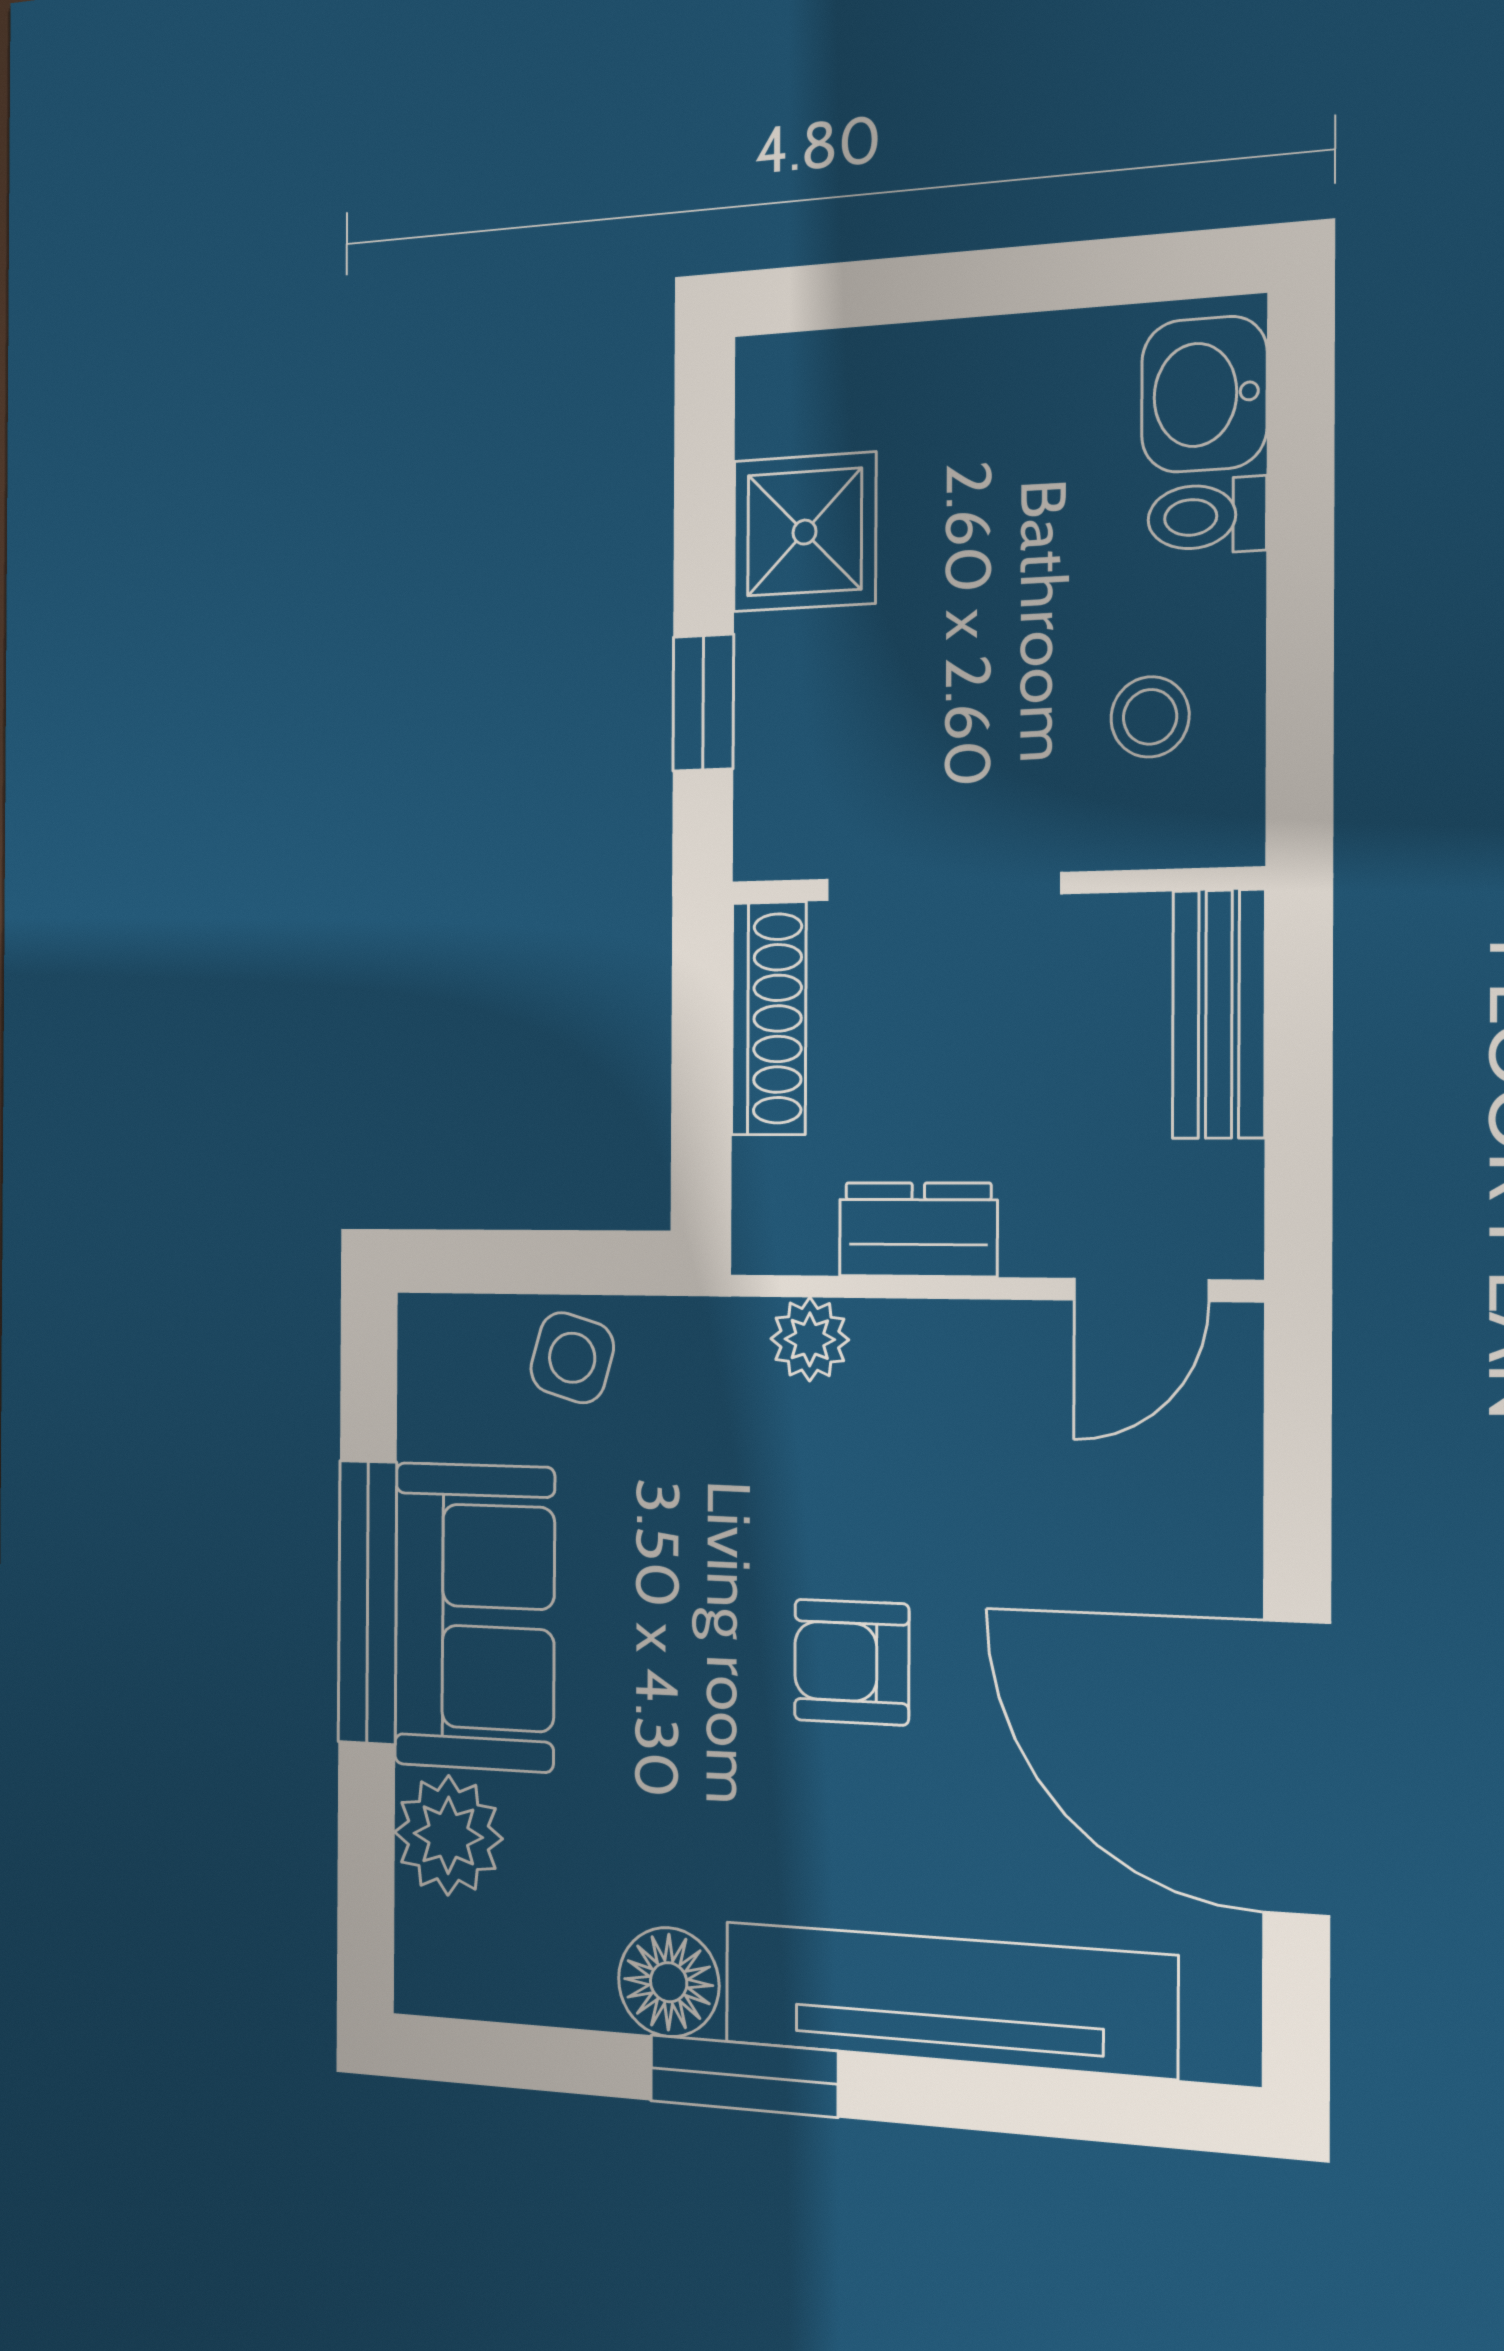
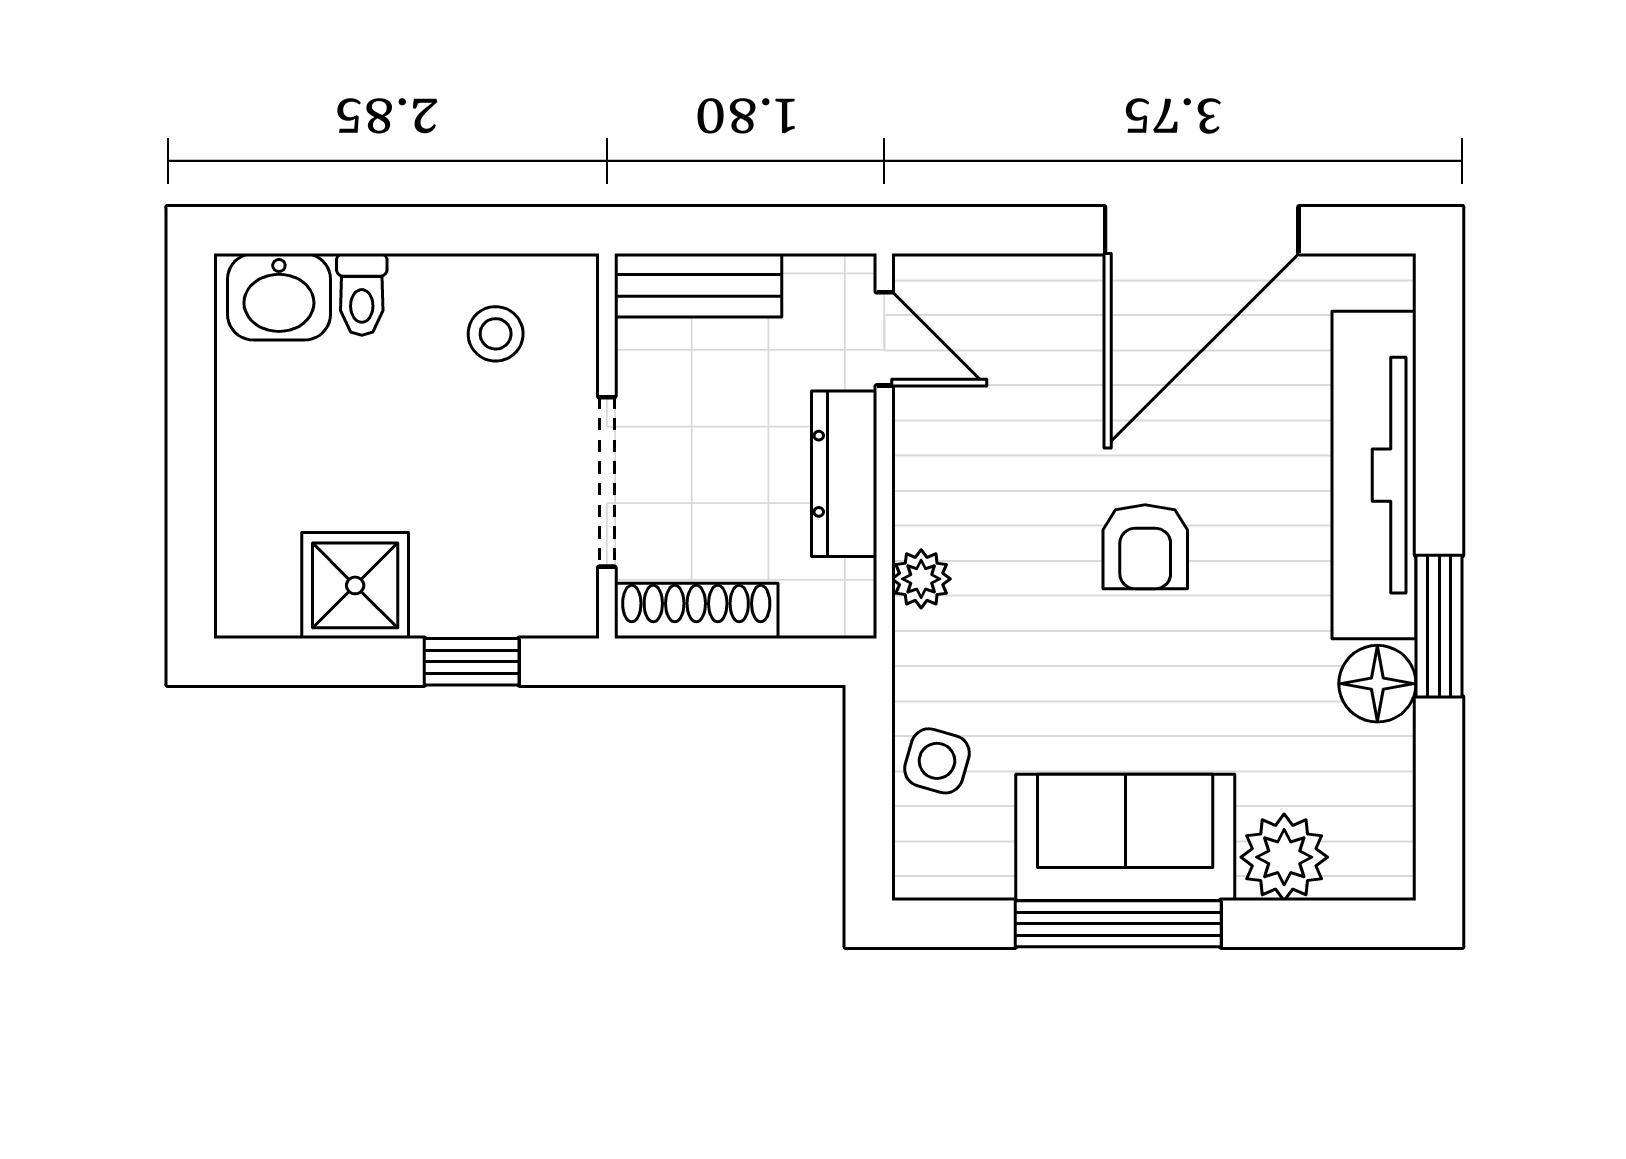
dresser: (918, 1230) -> (844, 474), width x1.44

